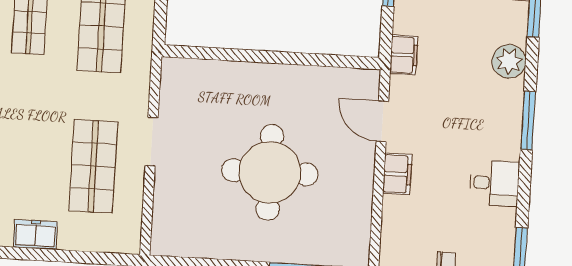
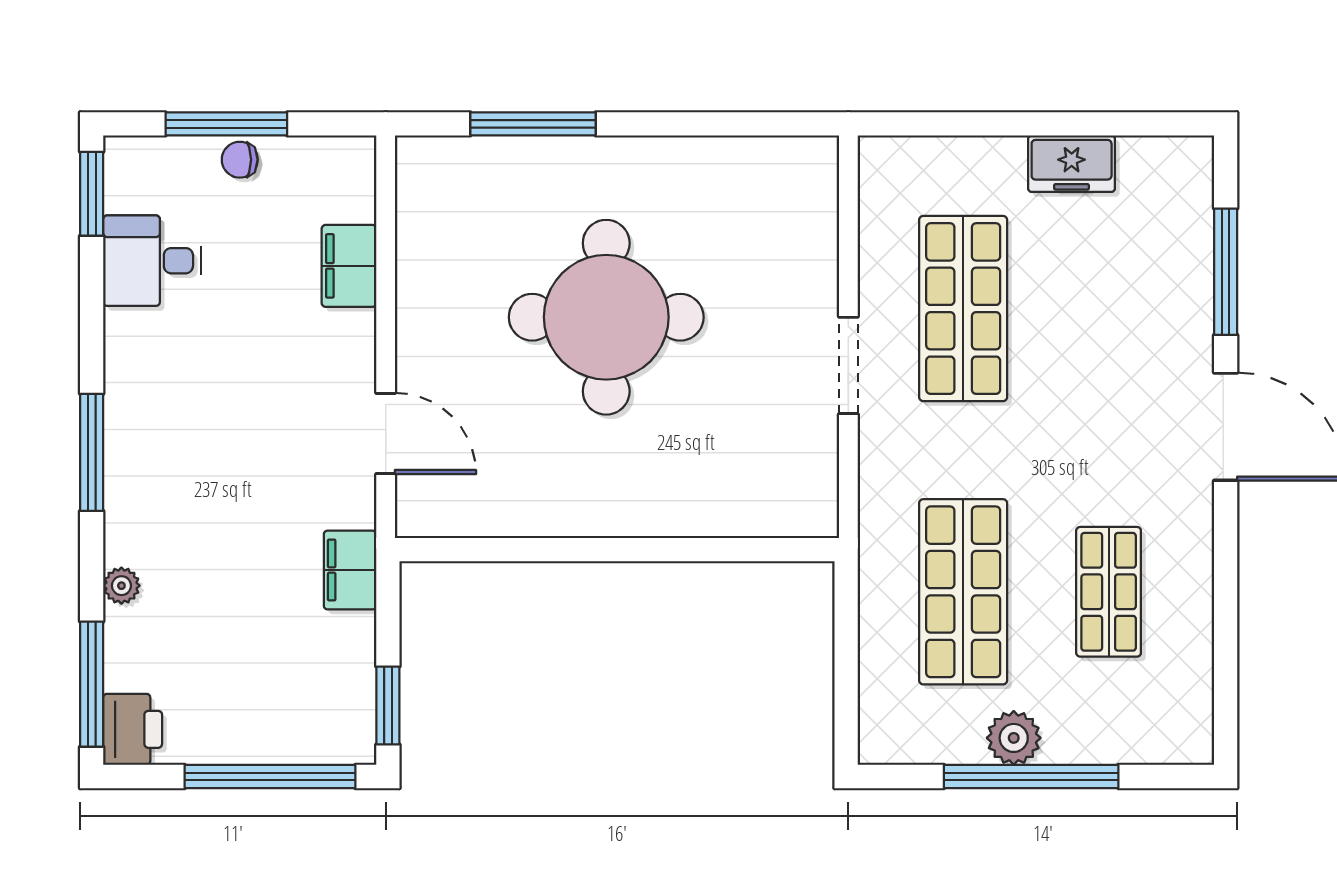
plant: (509, 61) -> (121, 586), width x0.53, depth x0.53
filing cabinet: (397, 174) -> (349, 266), moved
desk: (494, 183) -> (152, 261), moved

